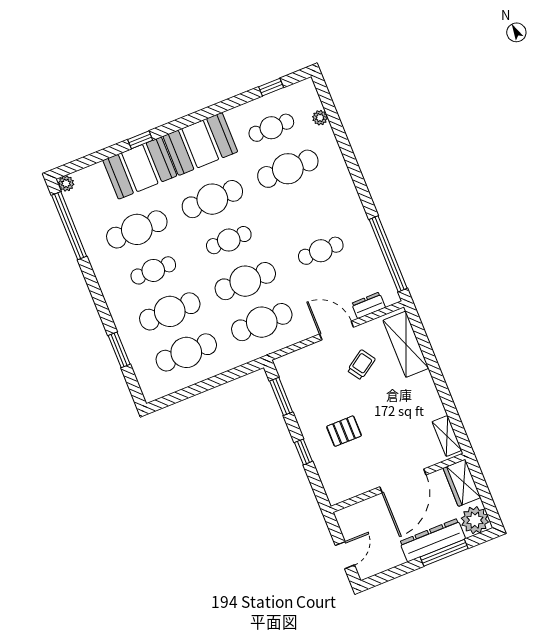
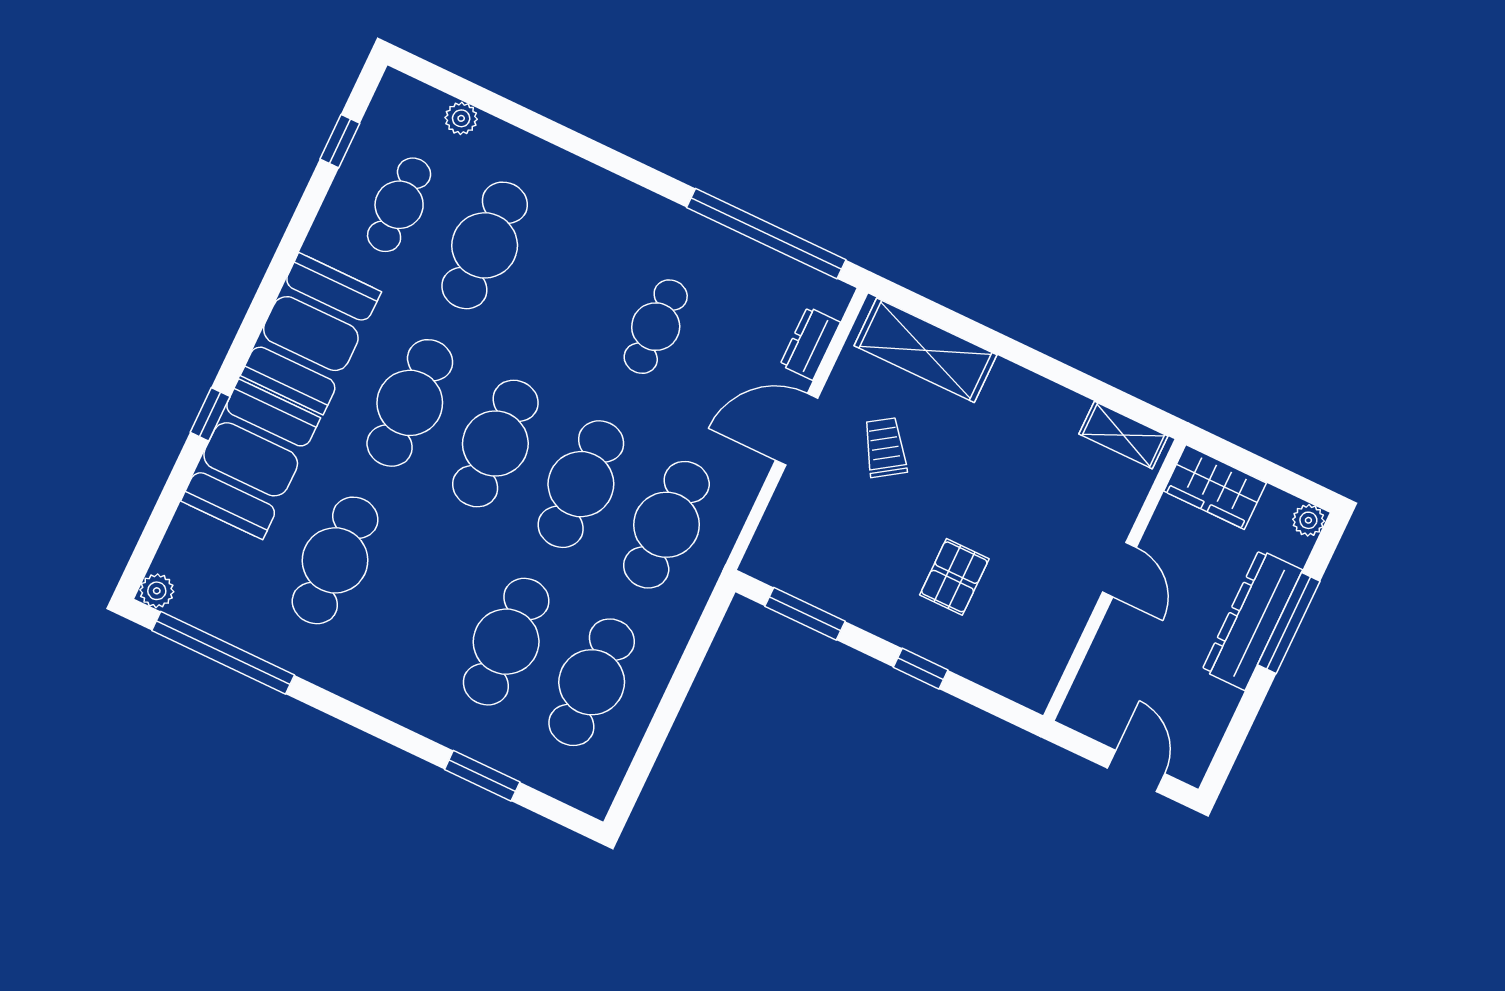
cafe table: (229, 240) -> (495, 444), width x1.37, depth x1.35
cafe table: (153, 270) -> (421, 601), removed
door: (403, 481) -> (1119, 570), width x0.53
plant: (475, 520) -> (1308, 520), width x0.53, depth x0.53

